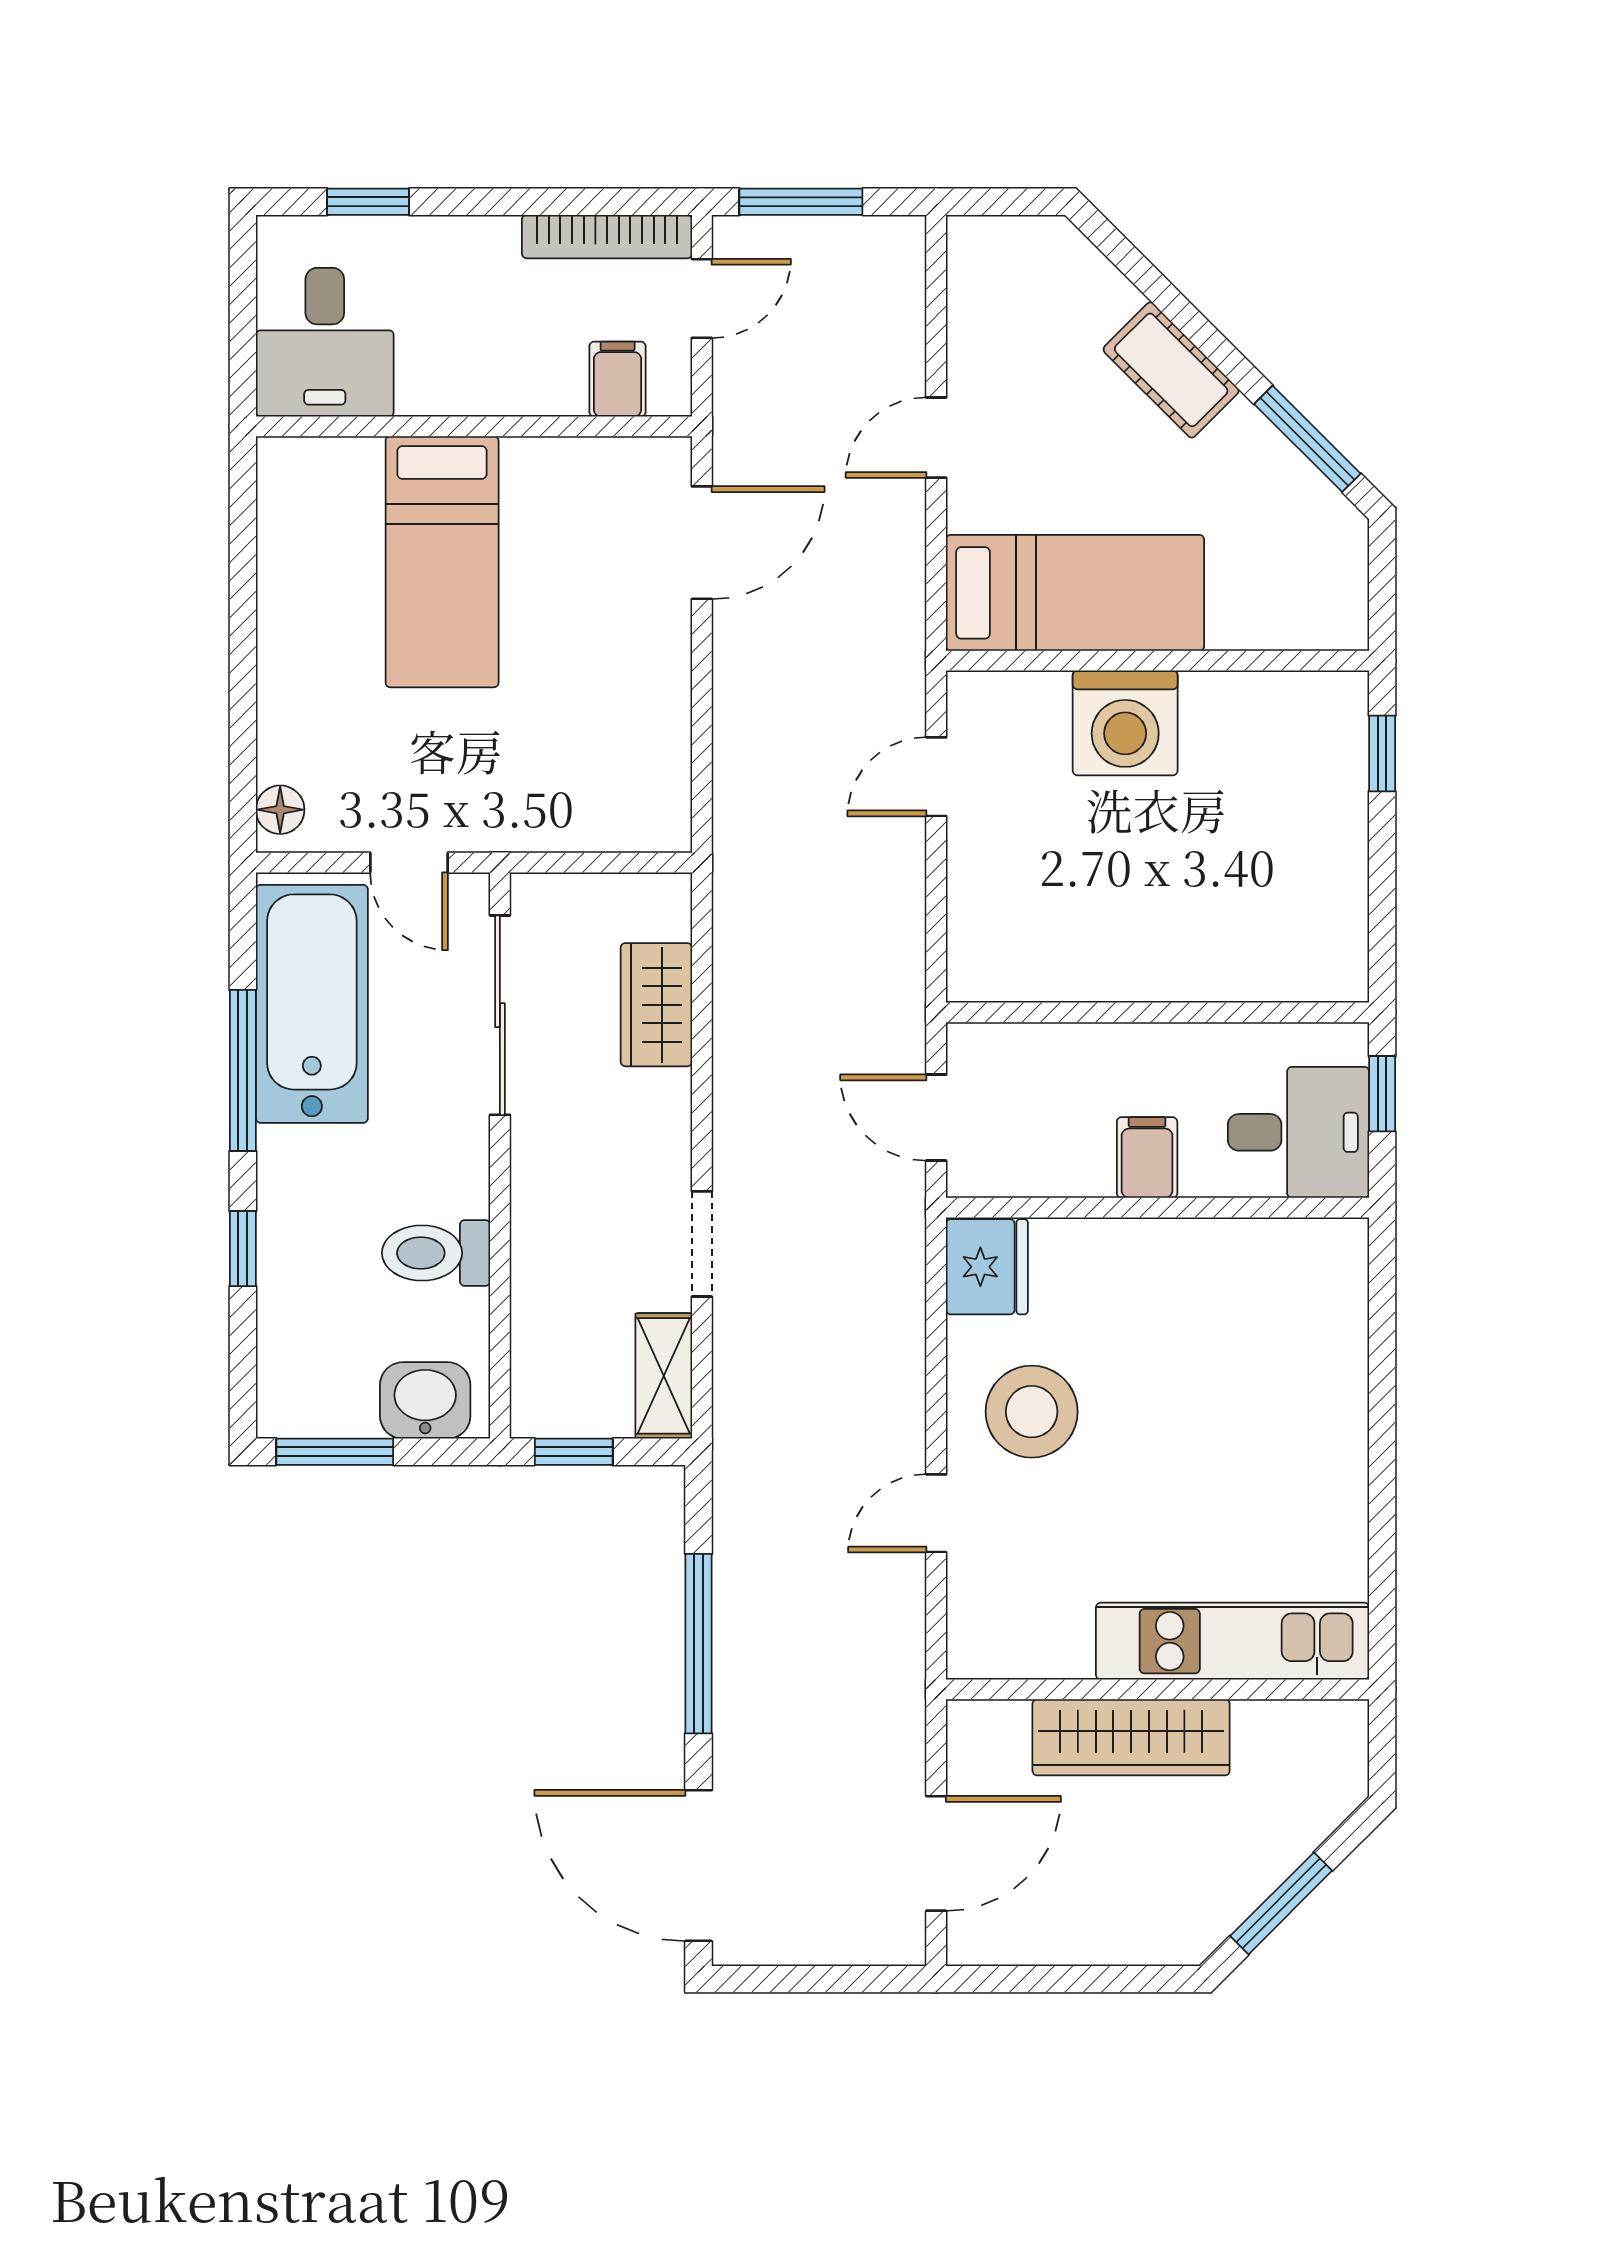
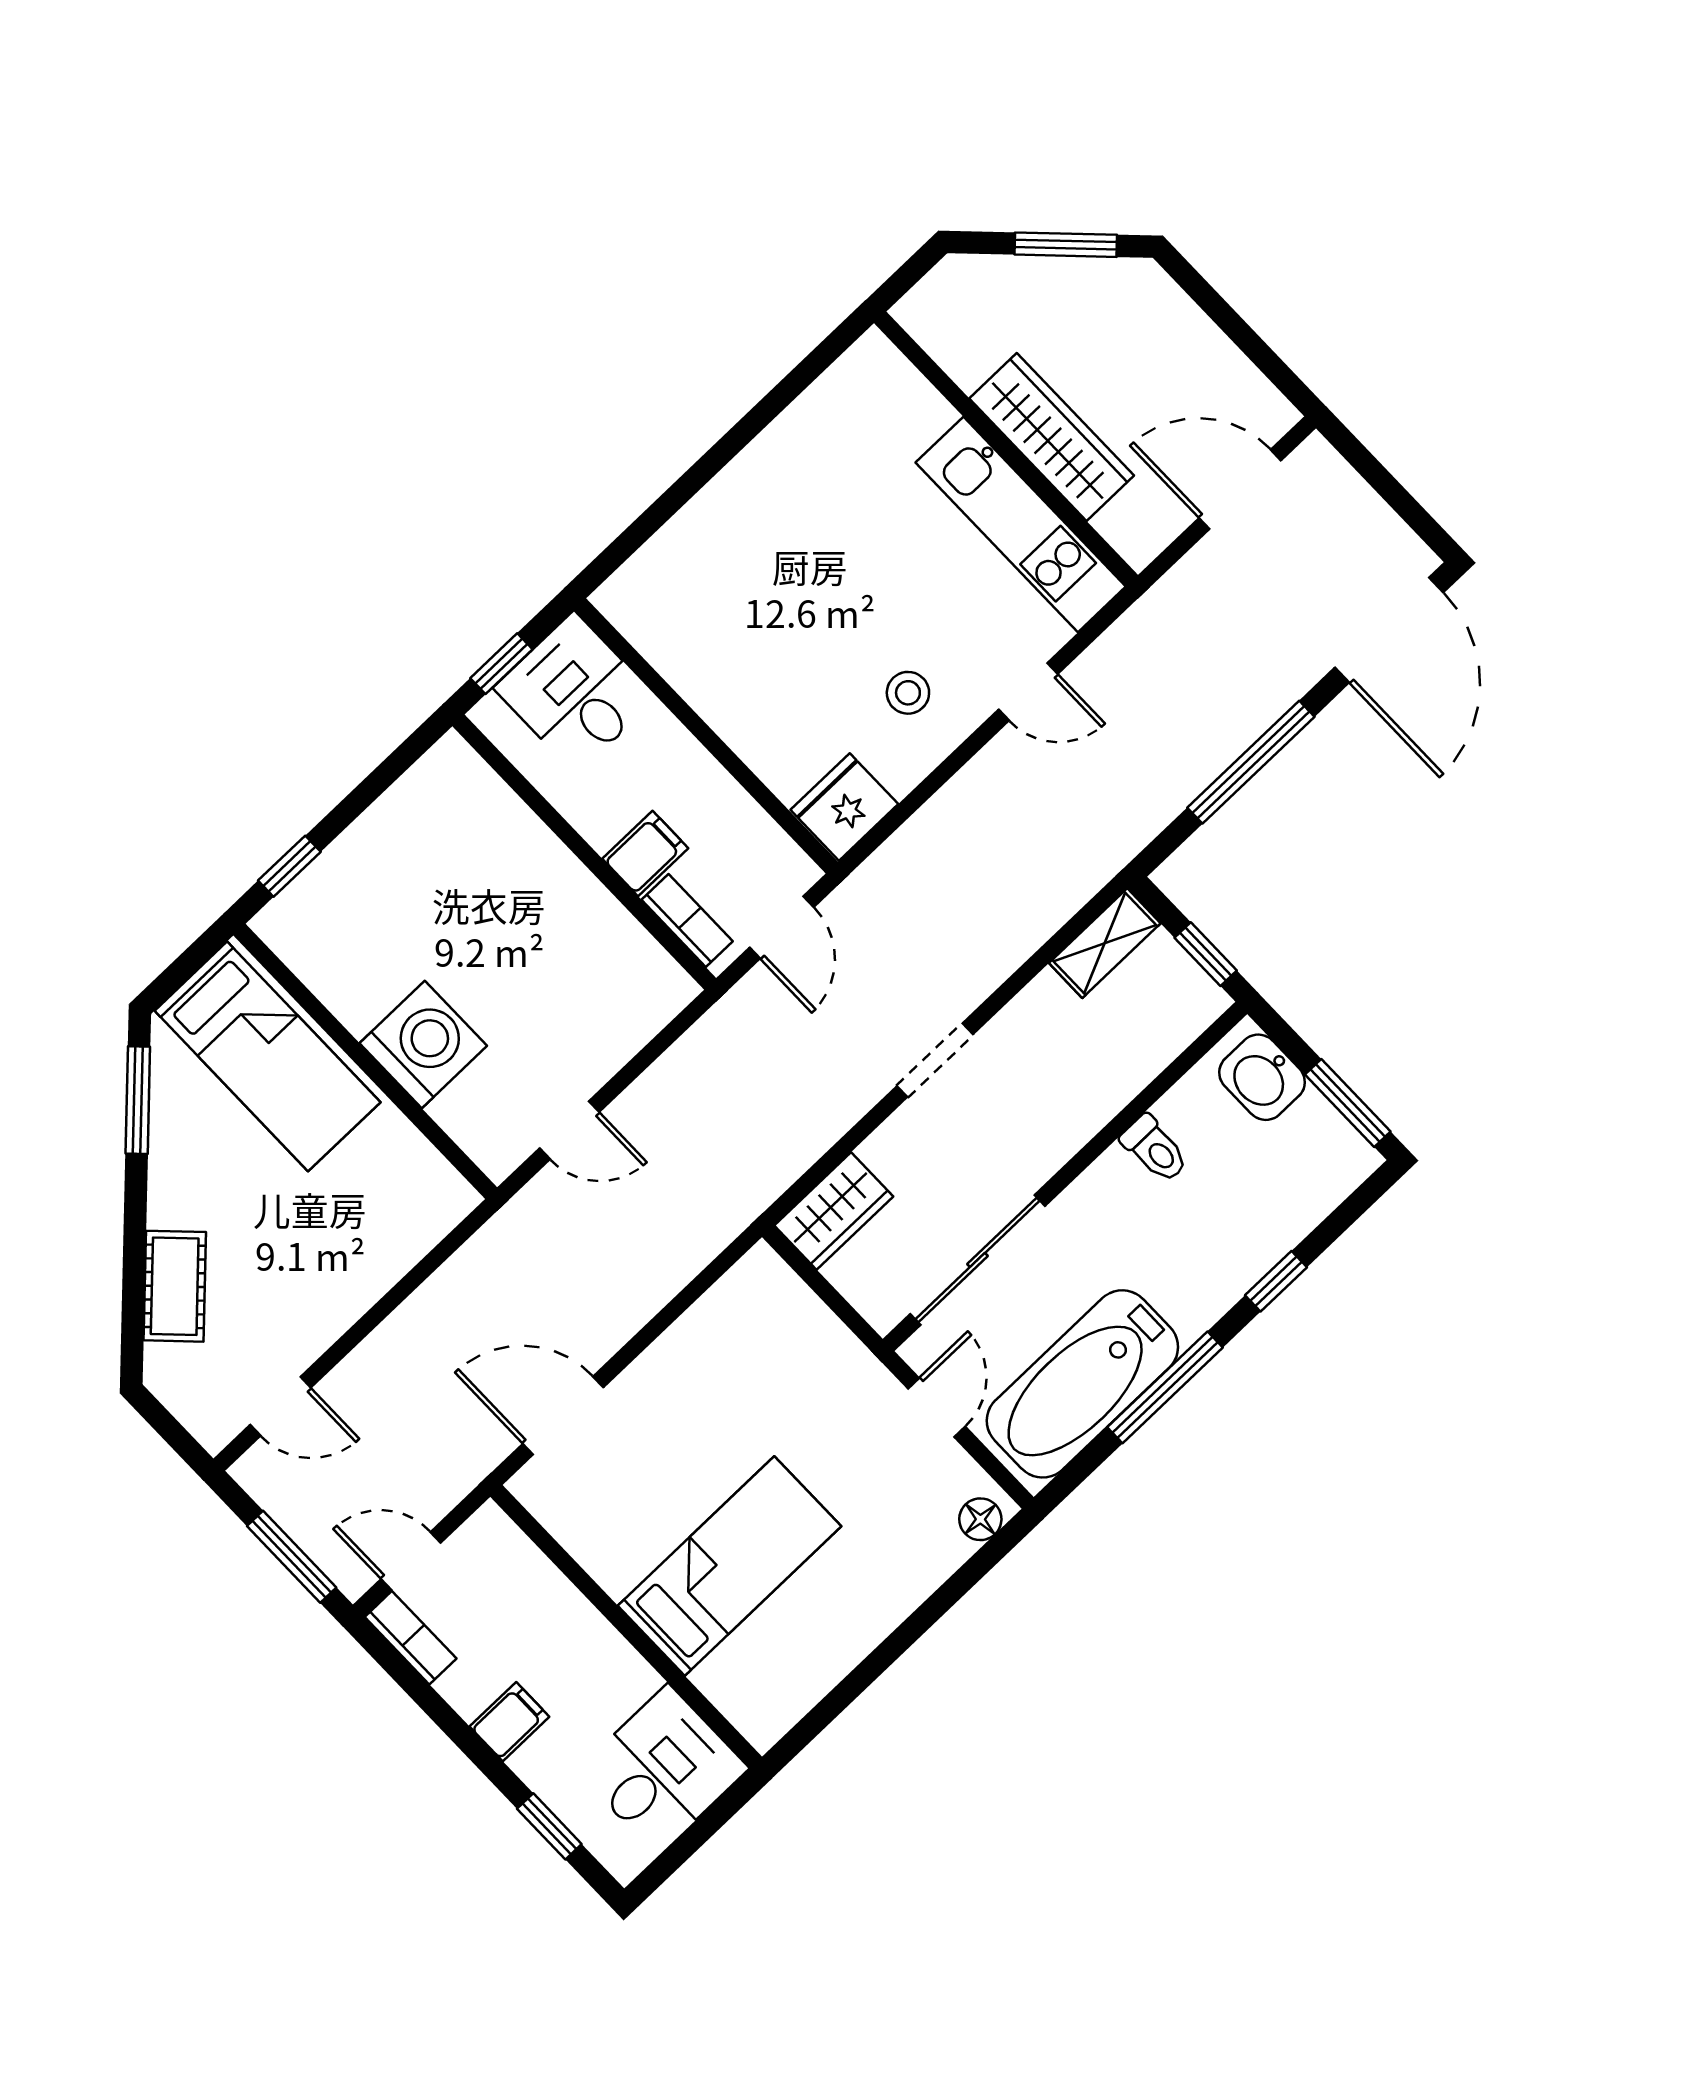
bookcase: (607, 237) -> (411, 1638), width x0.64
cot: (1171, 370) -> (175, 1286), moved
filing cabinet: (618, 379) -> (509, 1722), moved, turned 180
door: (936, 438) -> (280, 1406), moved
bed: (1075, 593) -> (268, 1056), moved, turned 180
wardrobe: (656, 1005) -> (834, 1211), moved
bookcase: (1018, 1044) -> (687, 920), added
filing cabinet: (1147, 1157) -> (645, 853), moved, turned 180
doorway: (702, 1244) -> (935, 1060), moved
toilet: (436, 1253) -> (1155, 1149), width x0.73, depth x0.72
stool: (1032, 1412) -> (908, 693), width x0.53, depth x0.53
kitchen unit: (1233, 1641) -> (1021, 525), moved

